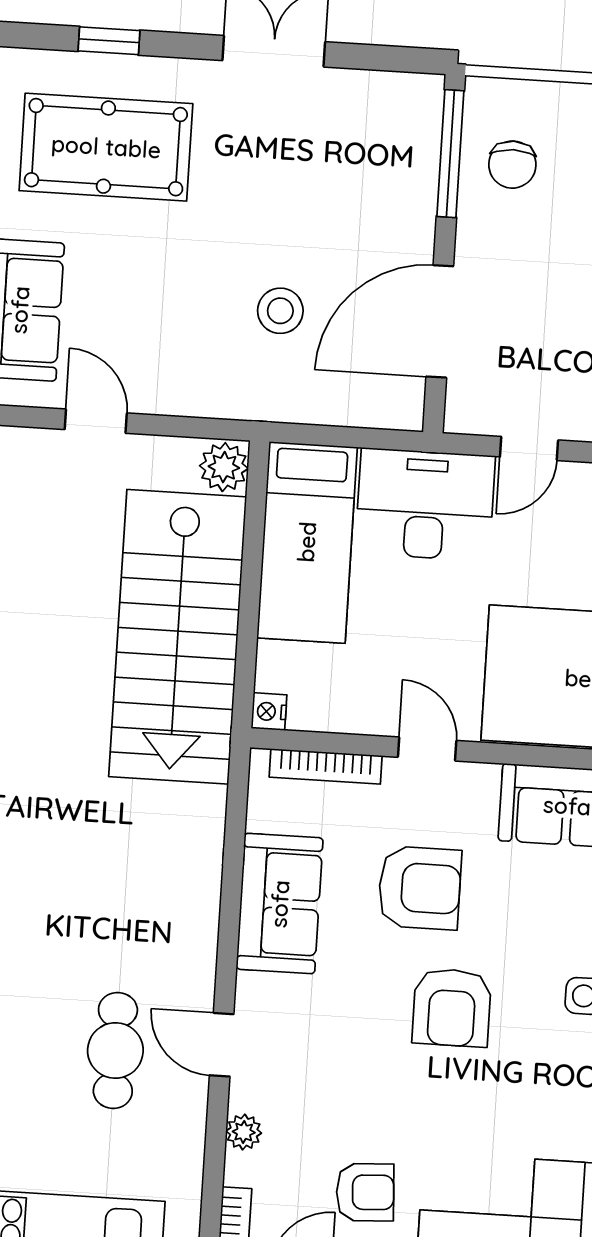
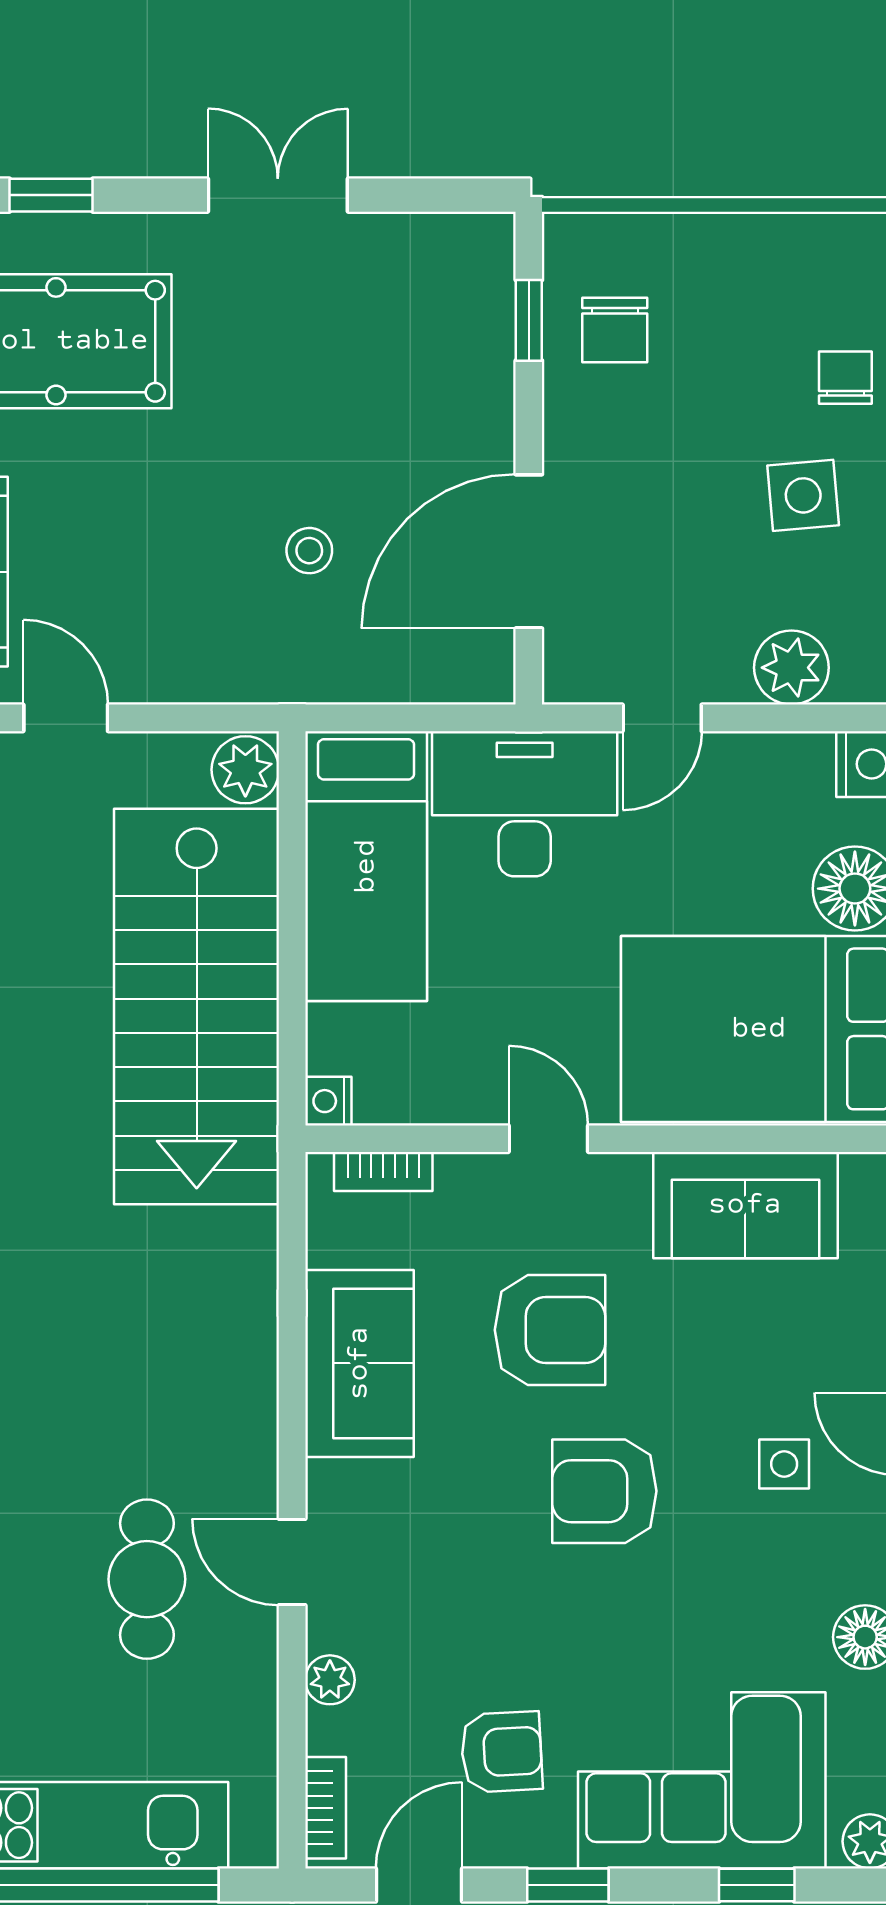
window: (450, 154) -> (529, 320), width x0.46
stool: (280, 311) -> (309, 551), width x0.73, depth x0.73
bookcase: (326, 766) -> (383, 1171), width x0.64
armchair: (452, 1008) -> (604, 1491), turned 90

